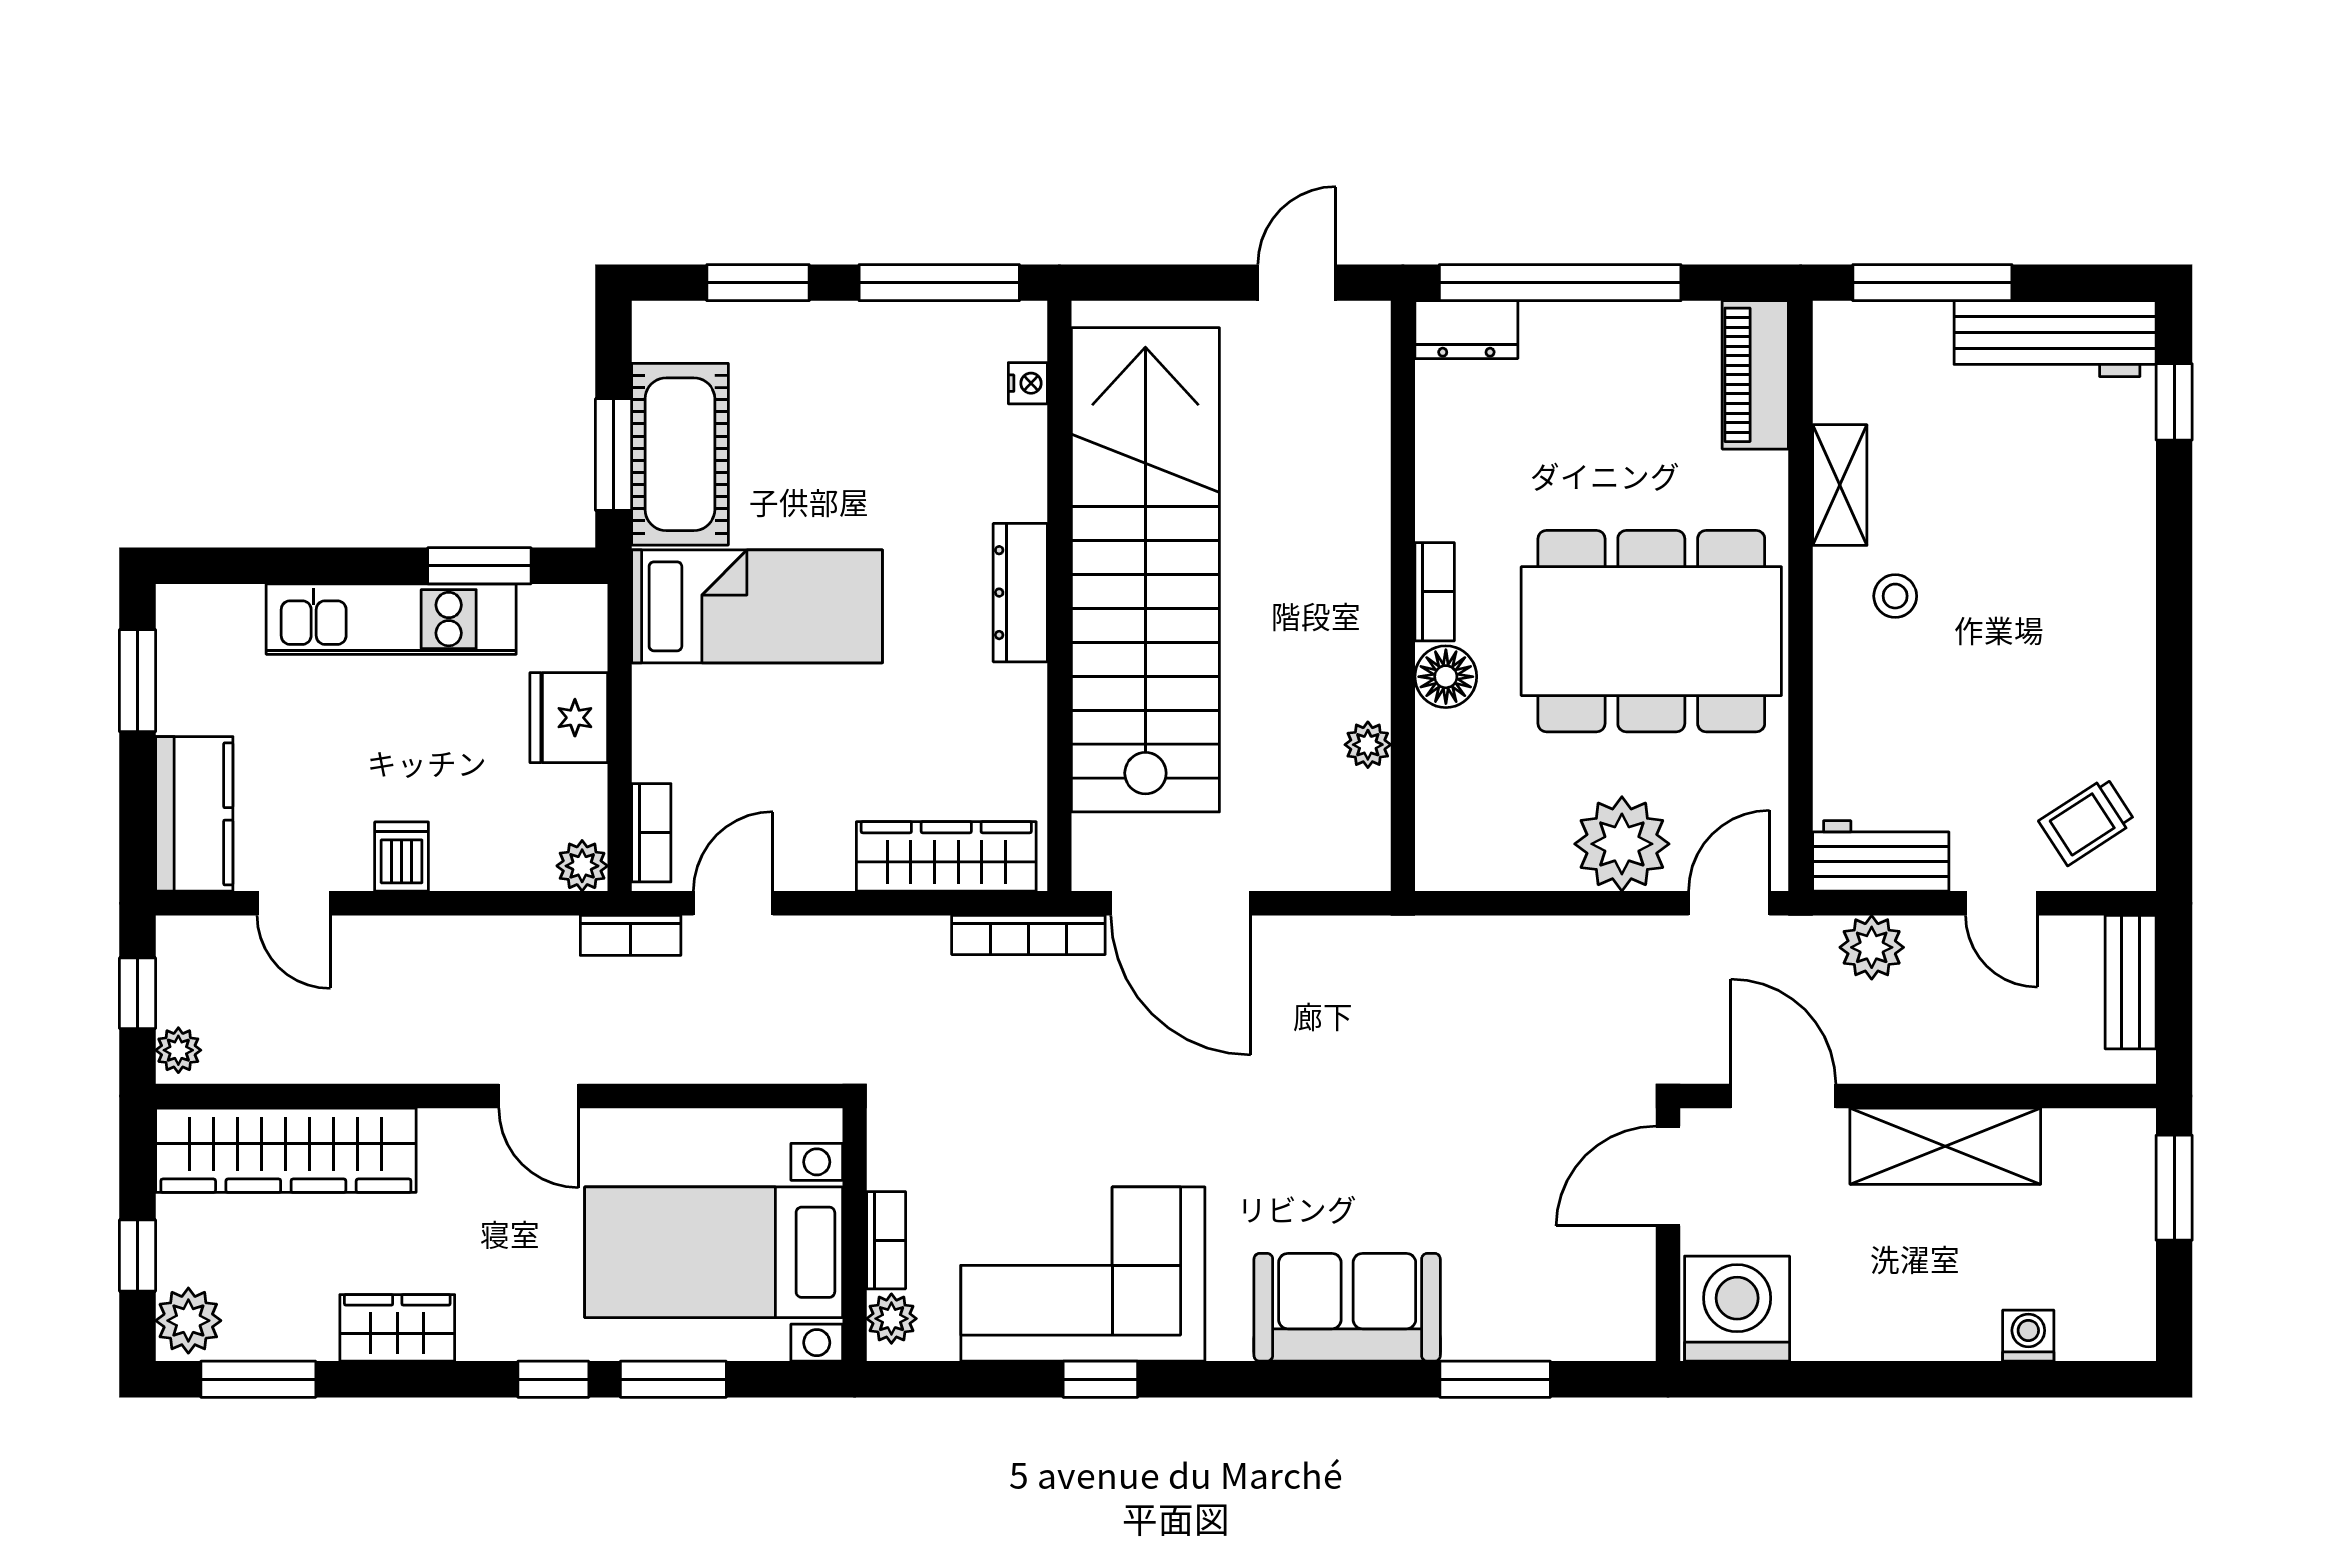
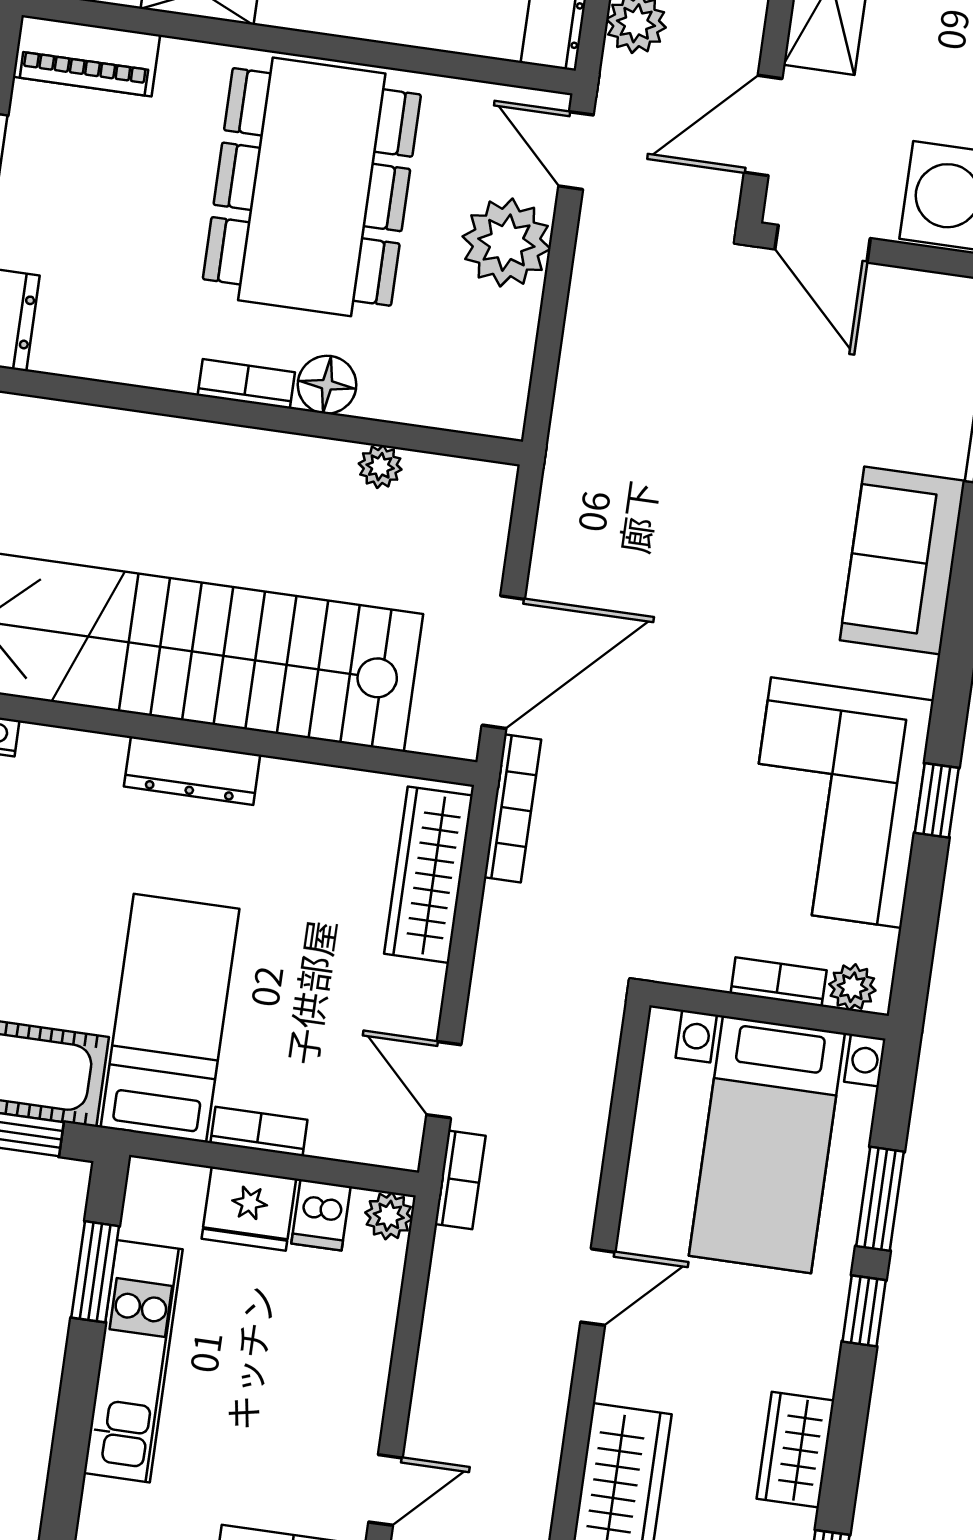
bookcase: (651, 833) -> (259, 1131), moved
dishwasher: (402, 857) -> (321, 1215), moved, turned -90

